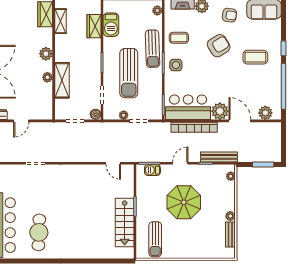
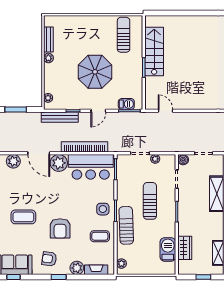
armchair: (219, 46) -> (60, 228), turned -58
sun lounger: (129, 73) -> (150, 201), width x0.73, depth x0.75

